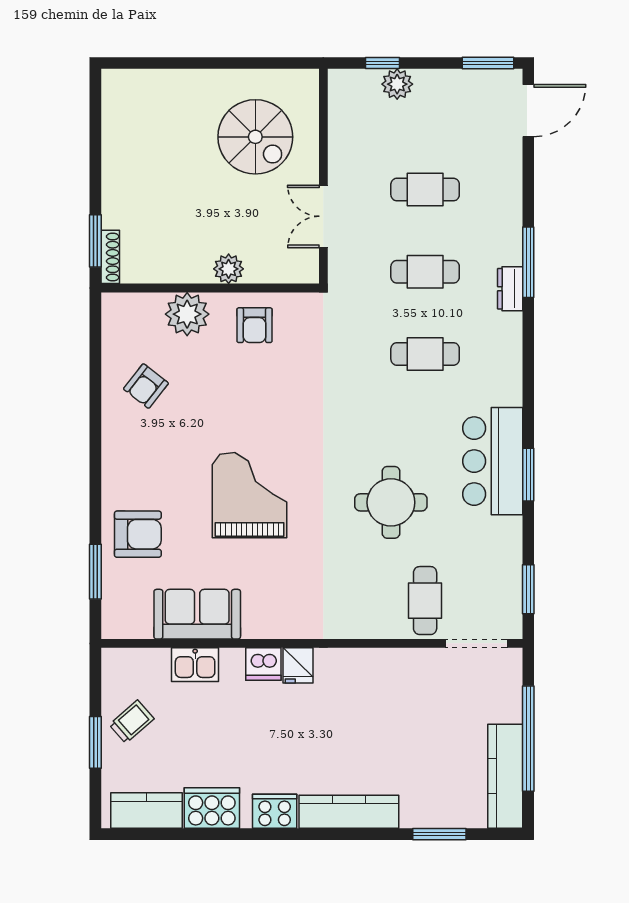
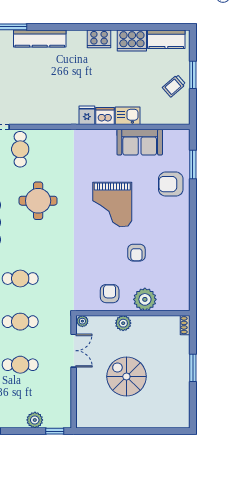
window: (383, 63) -> (55, 431), moved
spiral stairs: (255, 137) -> (126, 377), moved
window: (95, 241) -> (193, 368), moved
shoe rack: (110, 257) -> (185, 325), width x0.70
plant: (306, 273) -> (82, 321), added
armchair: (146, 386) -> (136, 253), moved, turned 142
kitchen sink: (195, 665) -> (128, 116), moved
kitchen counter: (349, 812) -> (40, 39), moved

